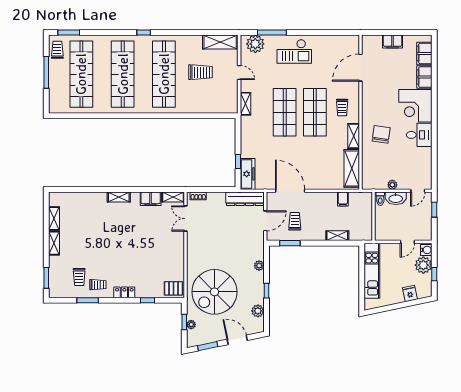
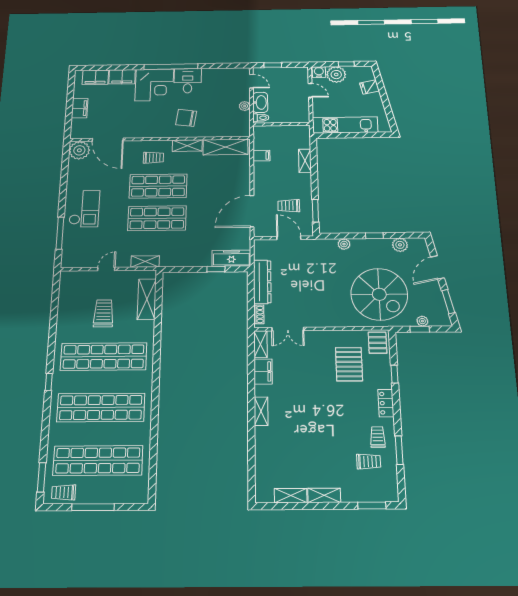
shelving: (220, 42) -> (147, 299), moved
plant: (255, 44) -> (79, 150), moved
window: (434, 120) -> (171, 67), added
dresser: (245, 199) -> (262, 282), moved
pallet: (156, 266) -> (349, 364), added

